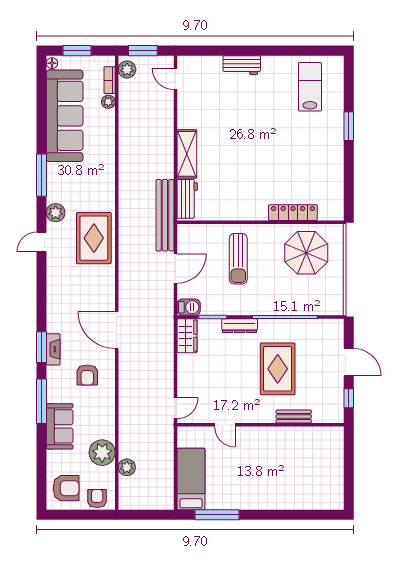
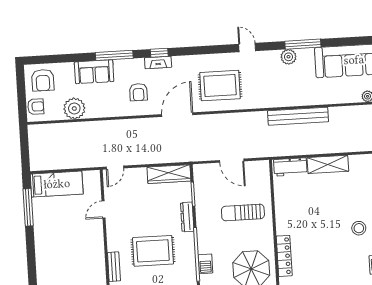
stool: (265, 121) -> (359, 228), added
plant: (56, 213) -> (289, 57), moved
bench: (165, 215) -> (298, 116), moved
rug: (94, 238) -> (220, 86), moved
barbecue: (189, 307) -> (205, 264), moved
wardrobe: (187, 336) -> (169, 174), width x1.50
window: (42, 347) -> (159, 53), width x0.67
armchair: (87, 375) -> (138, 92), turned -90
door: (176, 408) -> (115, 168), hinge flipped
plant: (127, 467) -> (63, 130), removed

